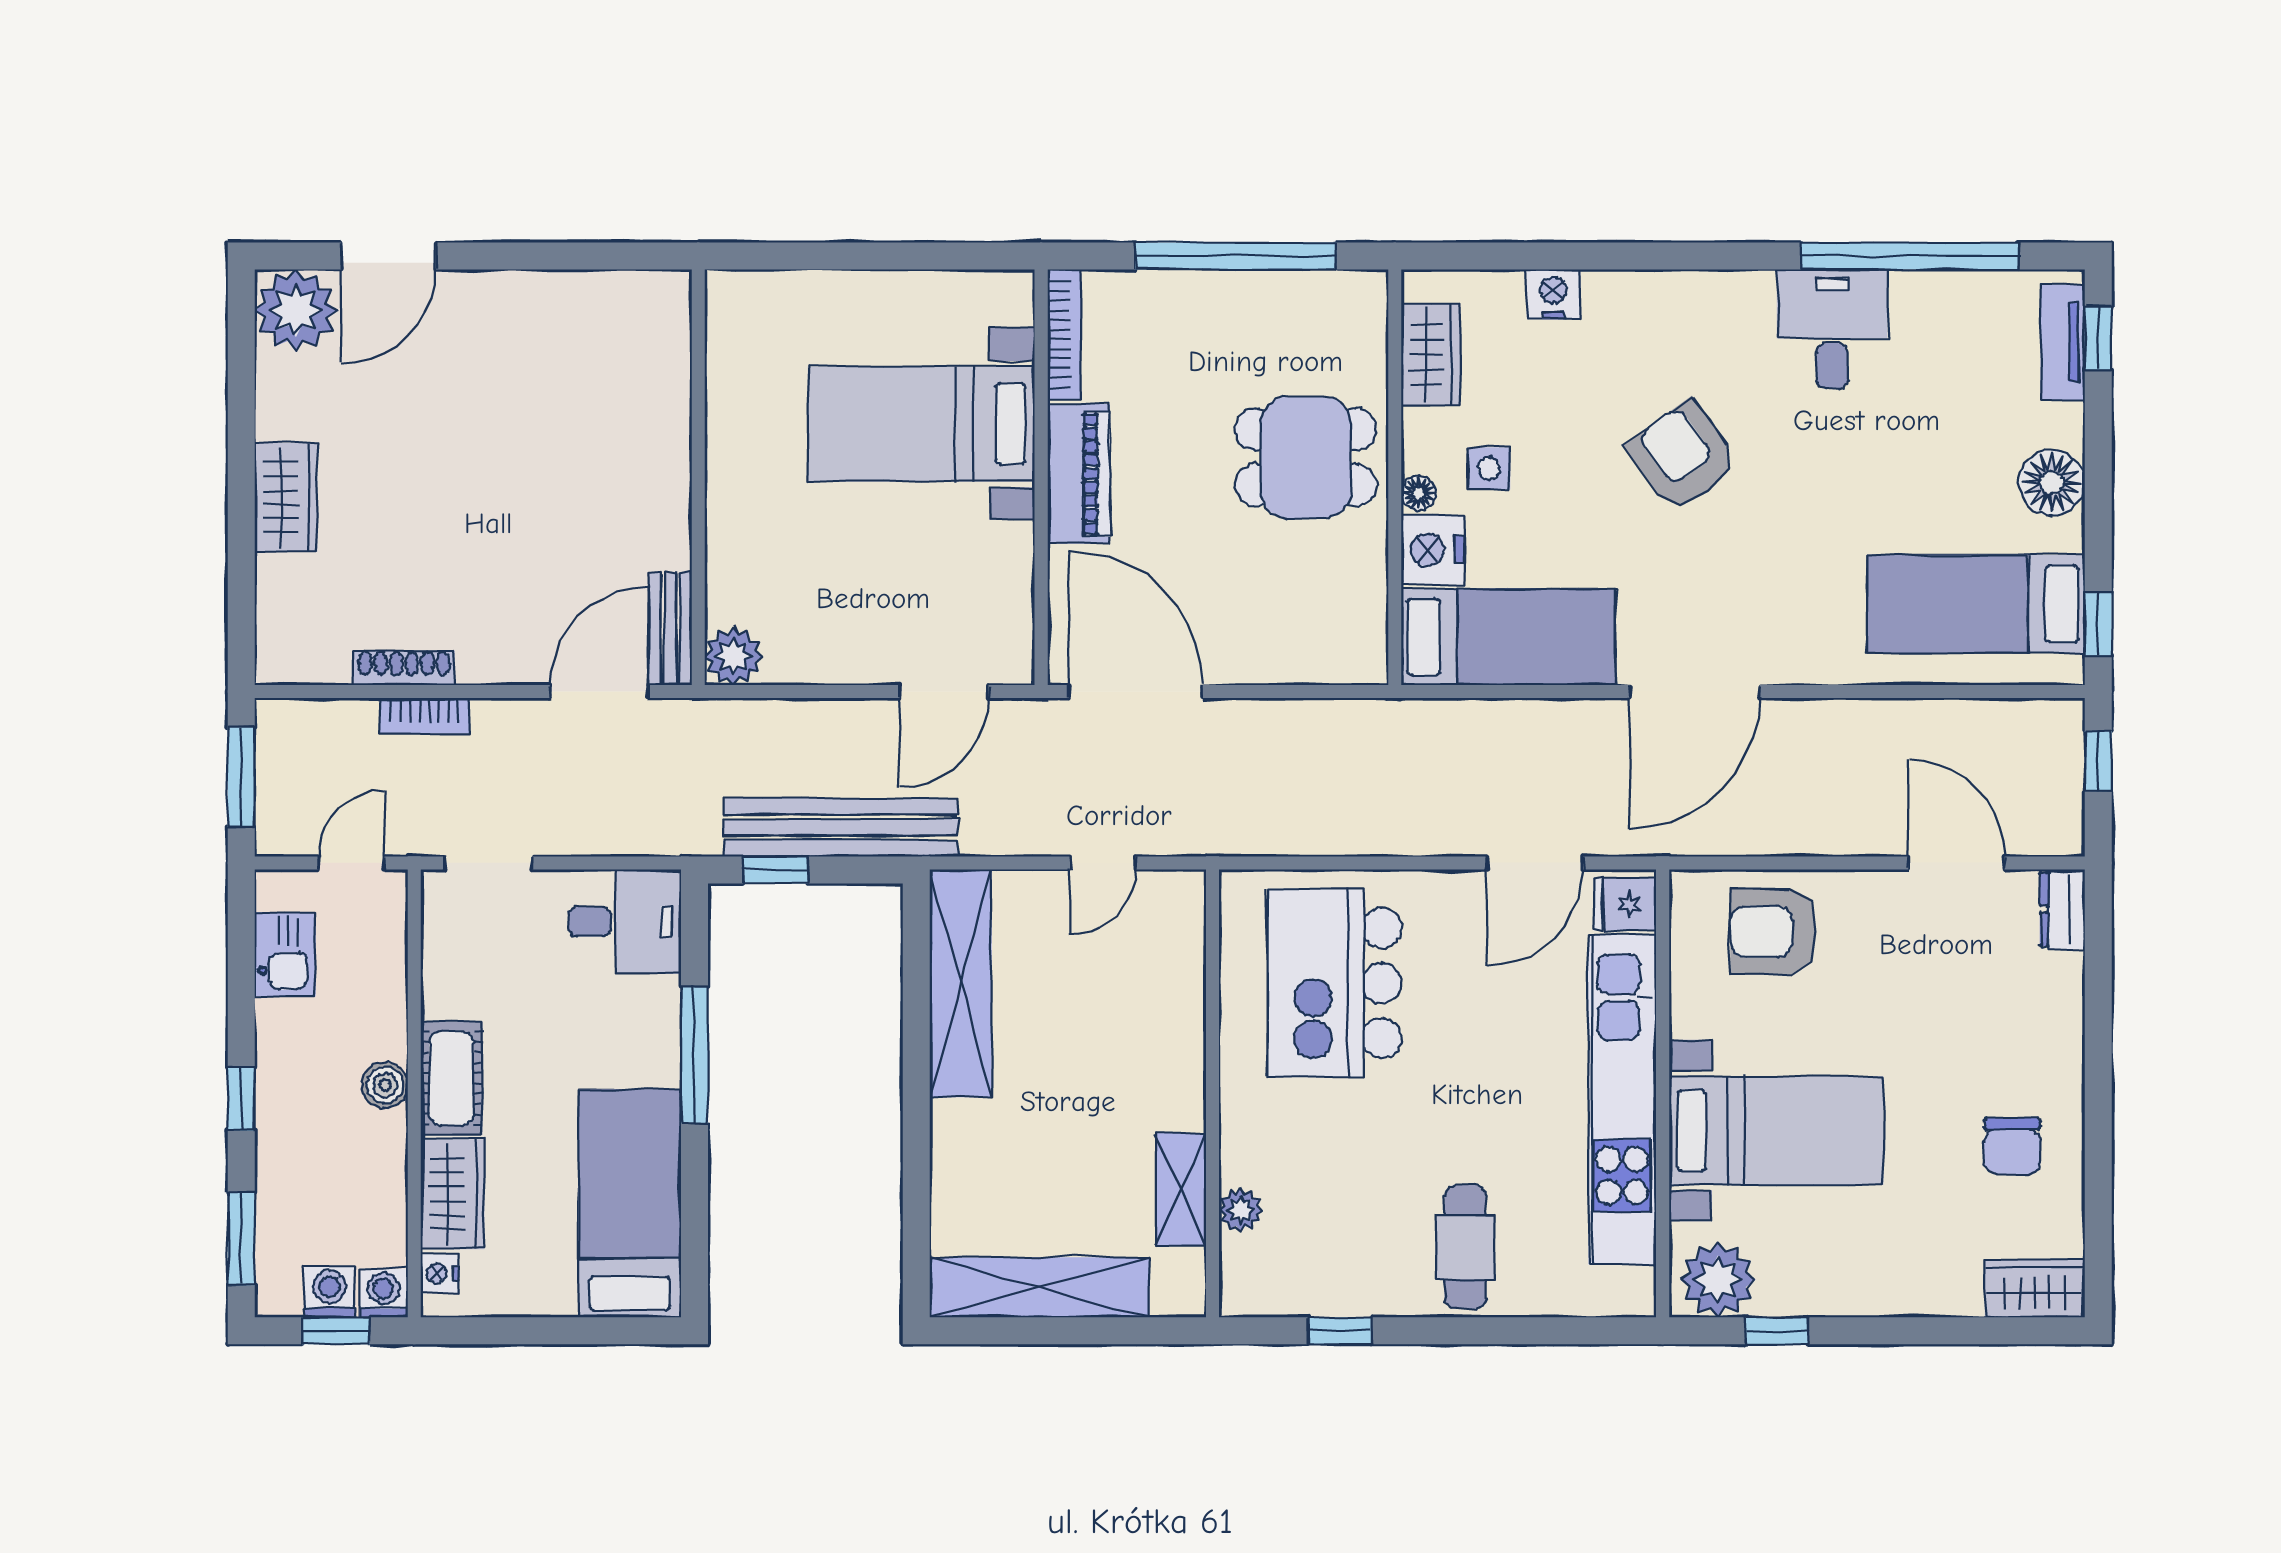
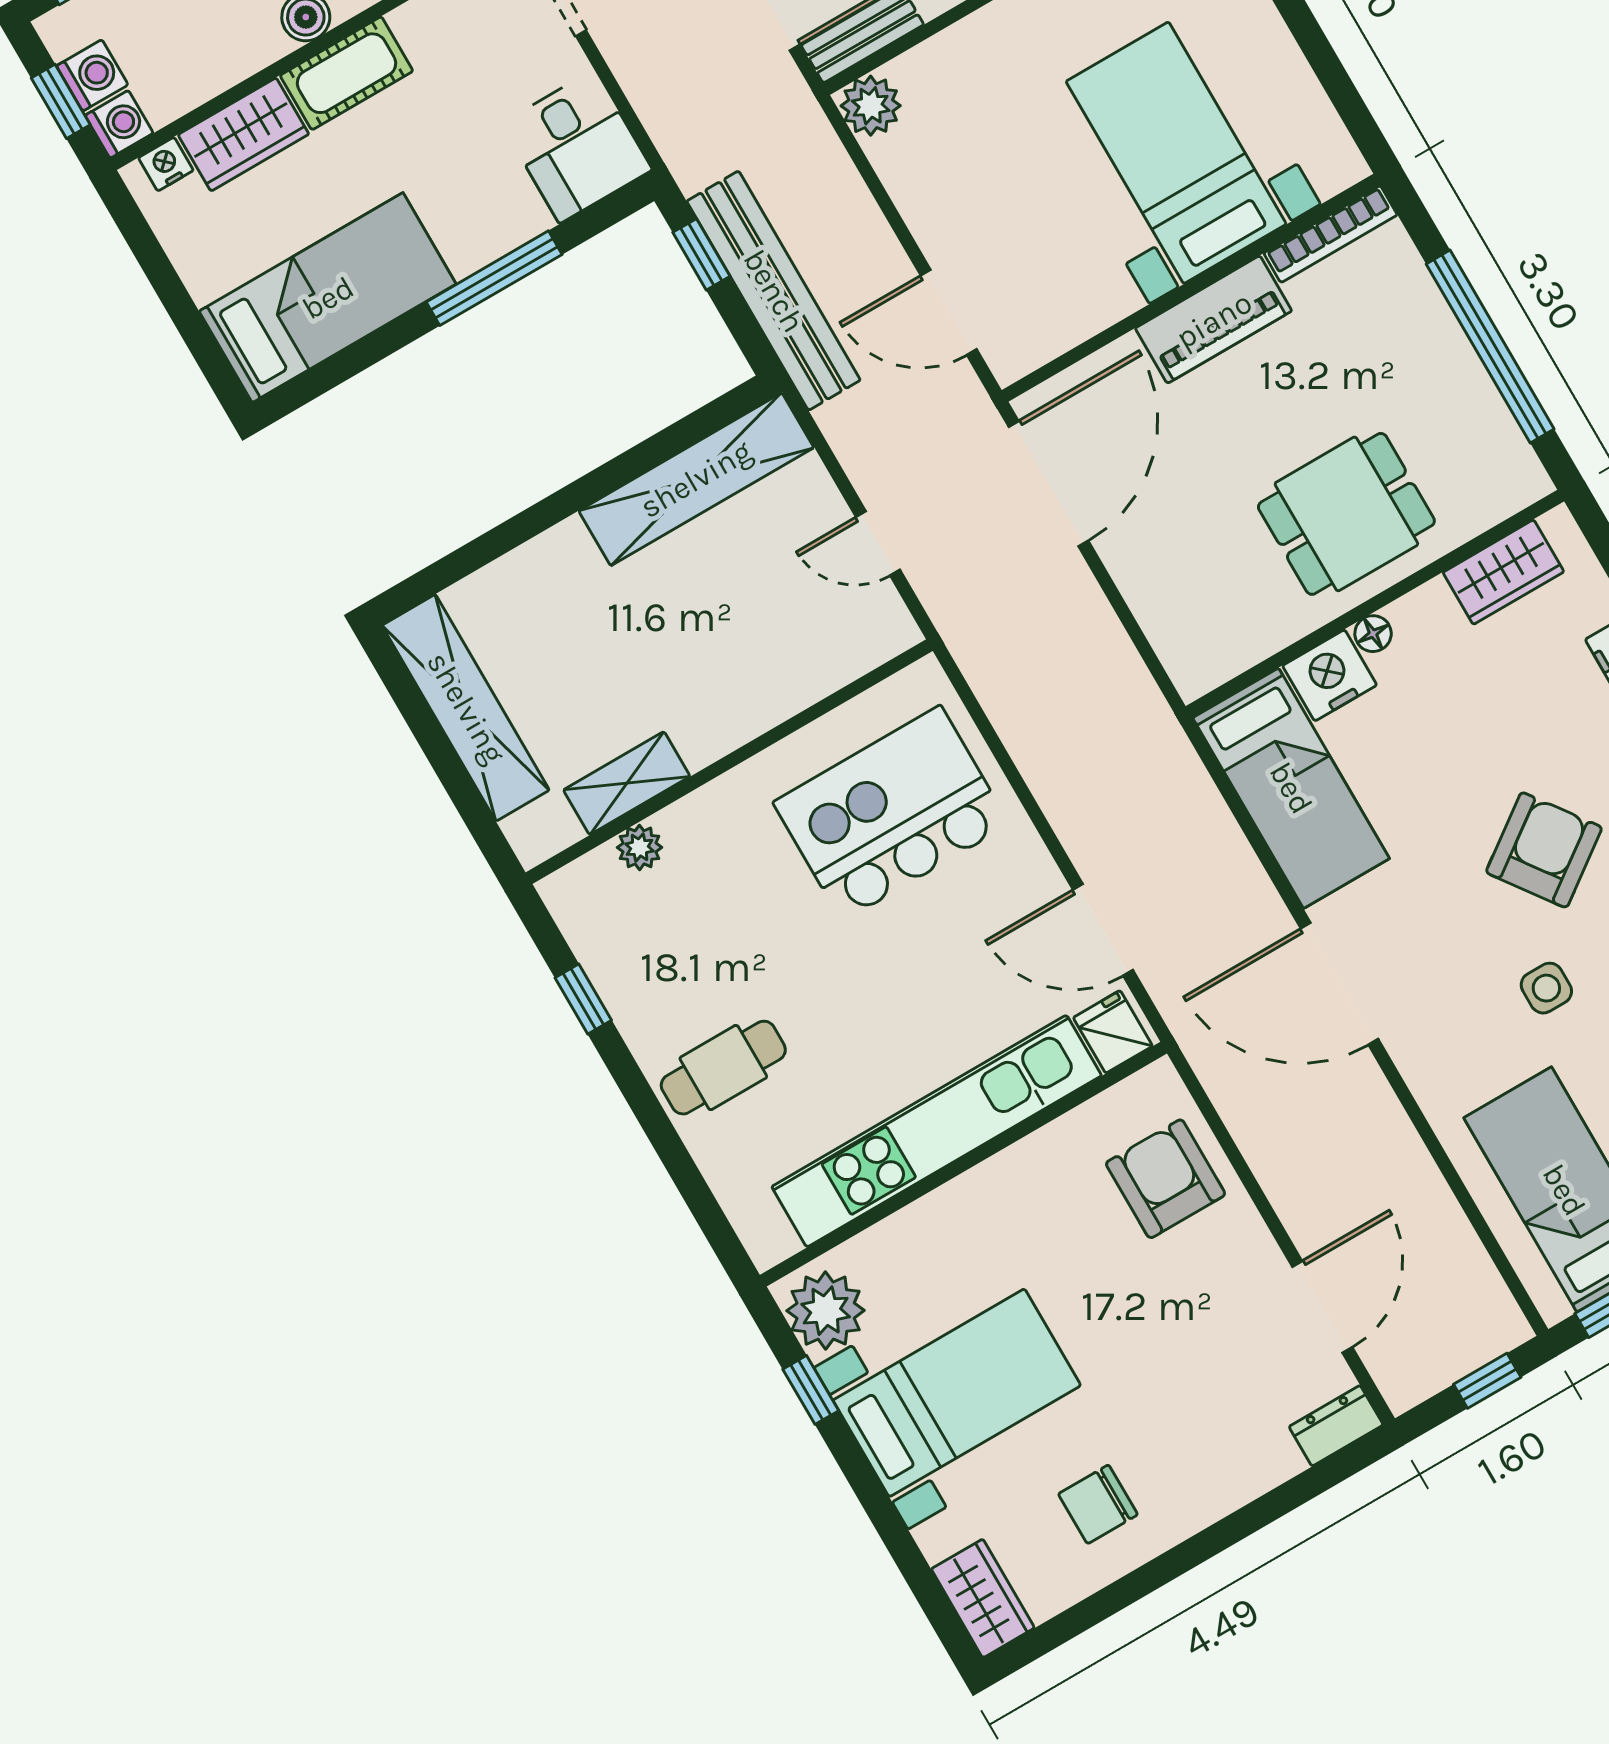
dining table: (1306, 457) -> (1346, 514), turned 90
side table: (1489, 468) -> (1546, 988), moved
bed with nightstands: (1776, 1130) -> (957, 1393), moved, turned -90

